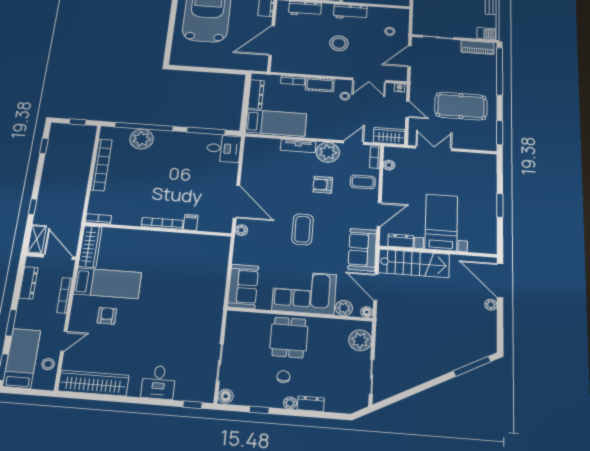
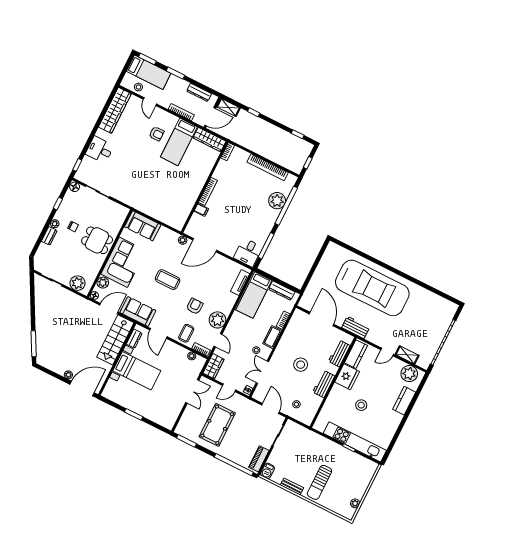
tv unit: (298, 146) -> (240, 283), moved

